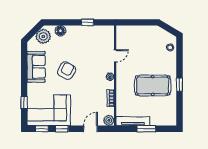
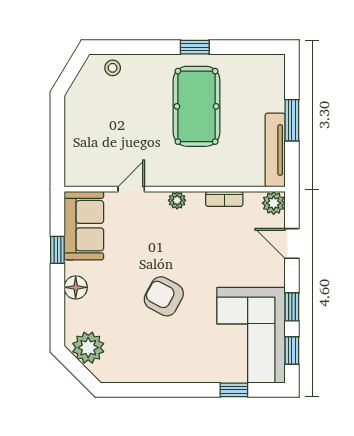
floor lamp: (60, 31) -> (76, 287), moved
door: (115, 56) -> (131, 189), hinge flipped
sofa: (36, 67) -> (84, 226), moved, turned 90

